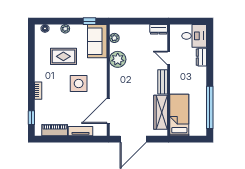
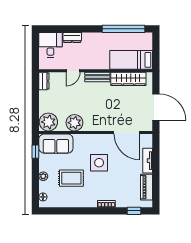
plant: (114, 38) -> (48, 122), width x1.87, depth x1.87
rug: (63, 56) -> (71, 178), turned 90

